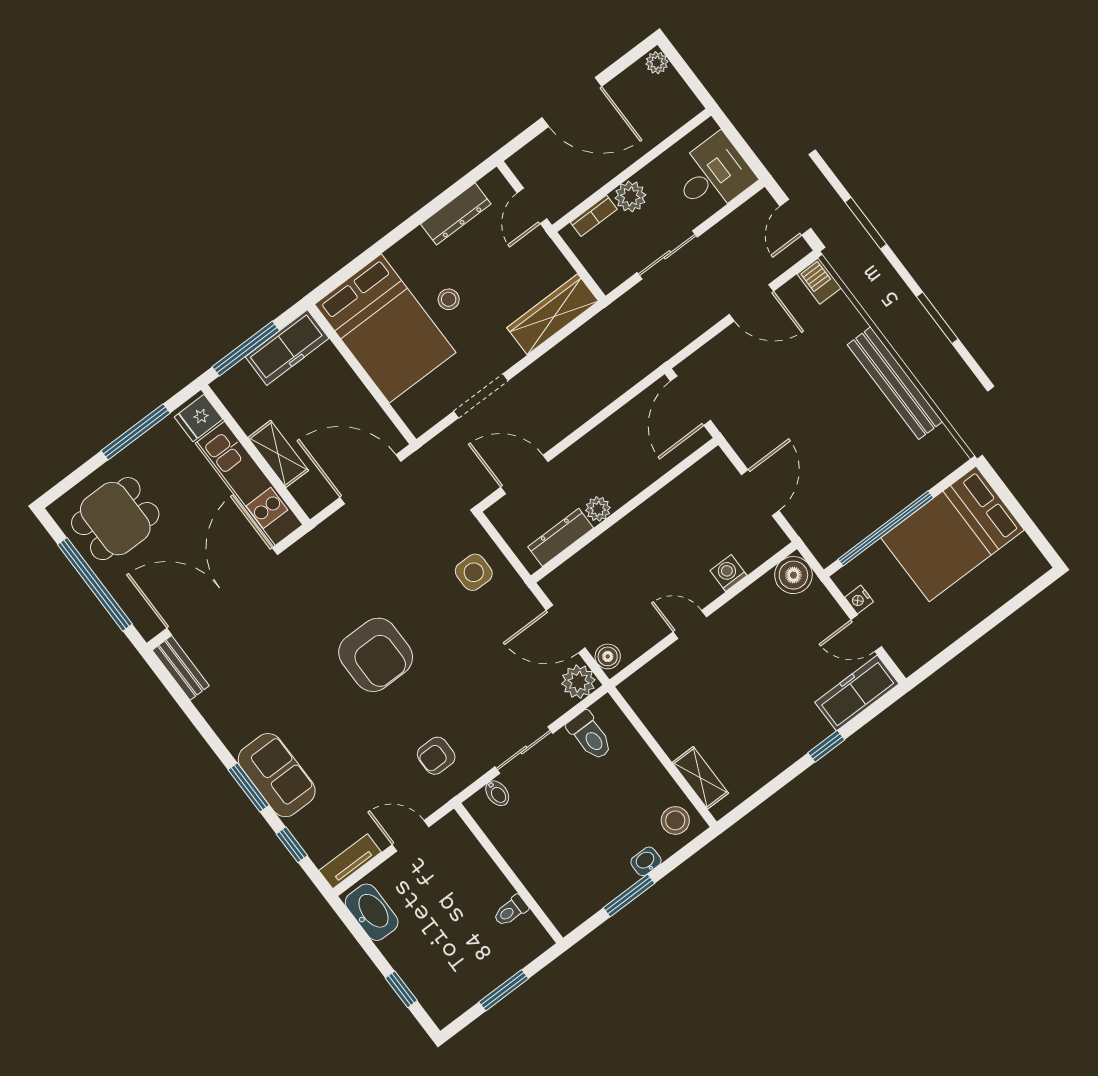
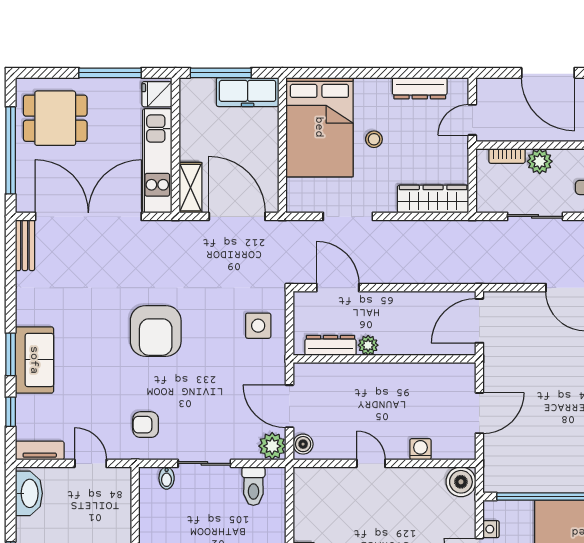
shelving: (278, 454) -> (190, 188), moved

